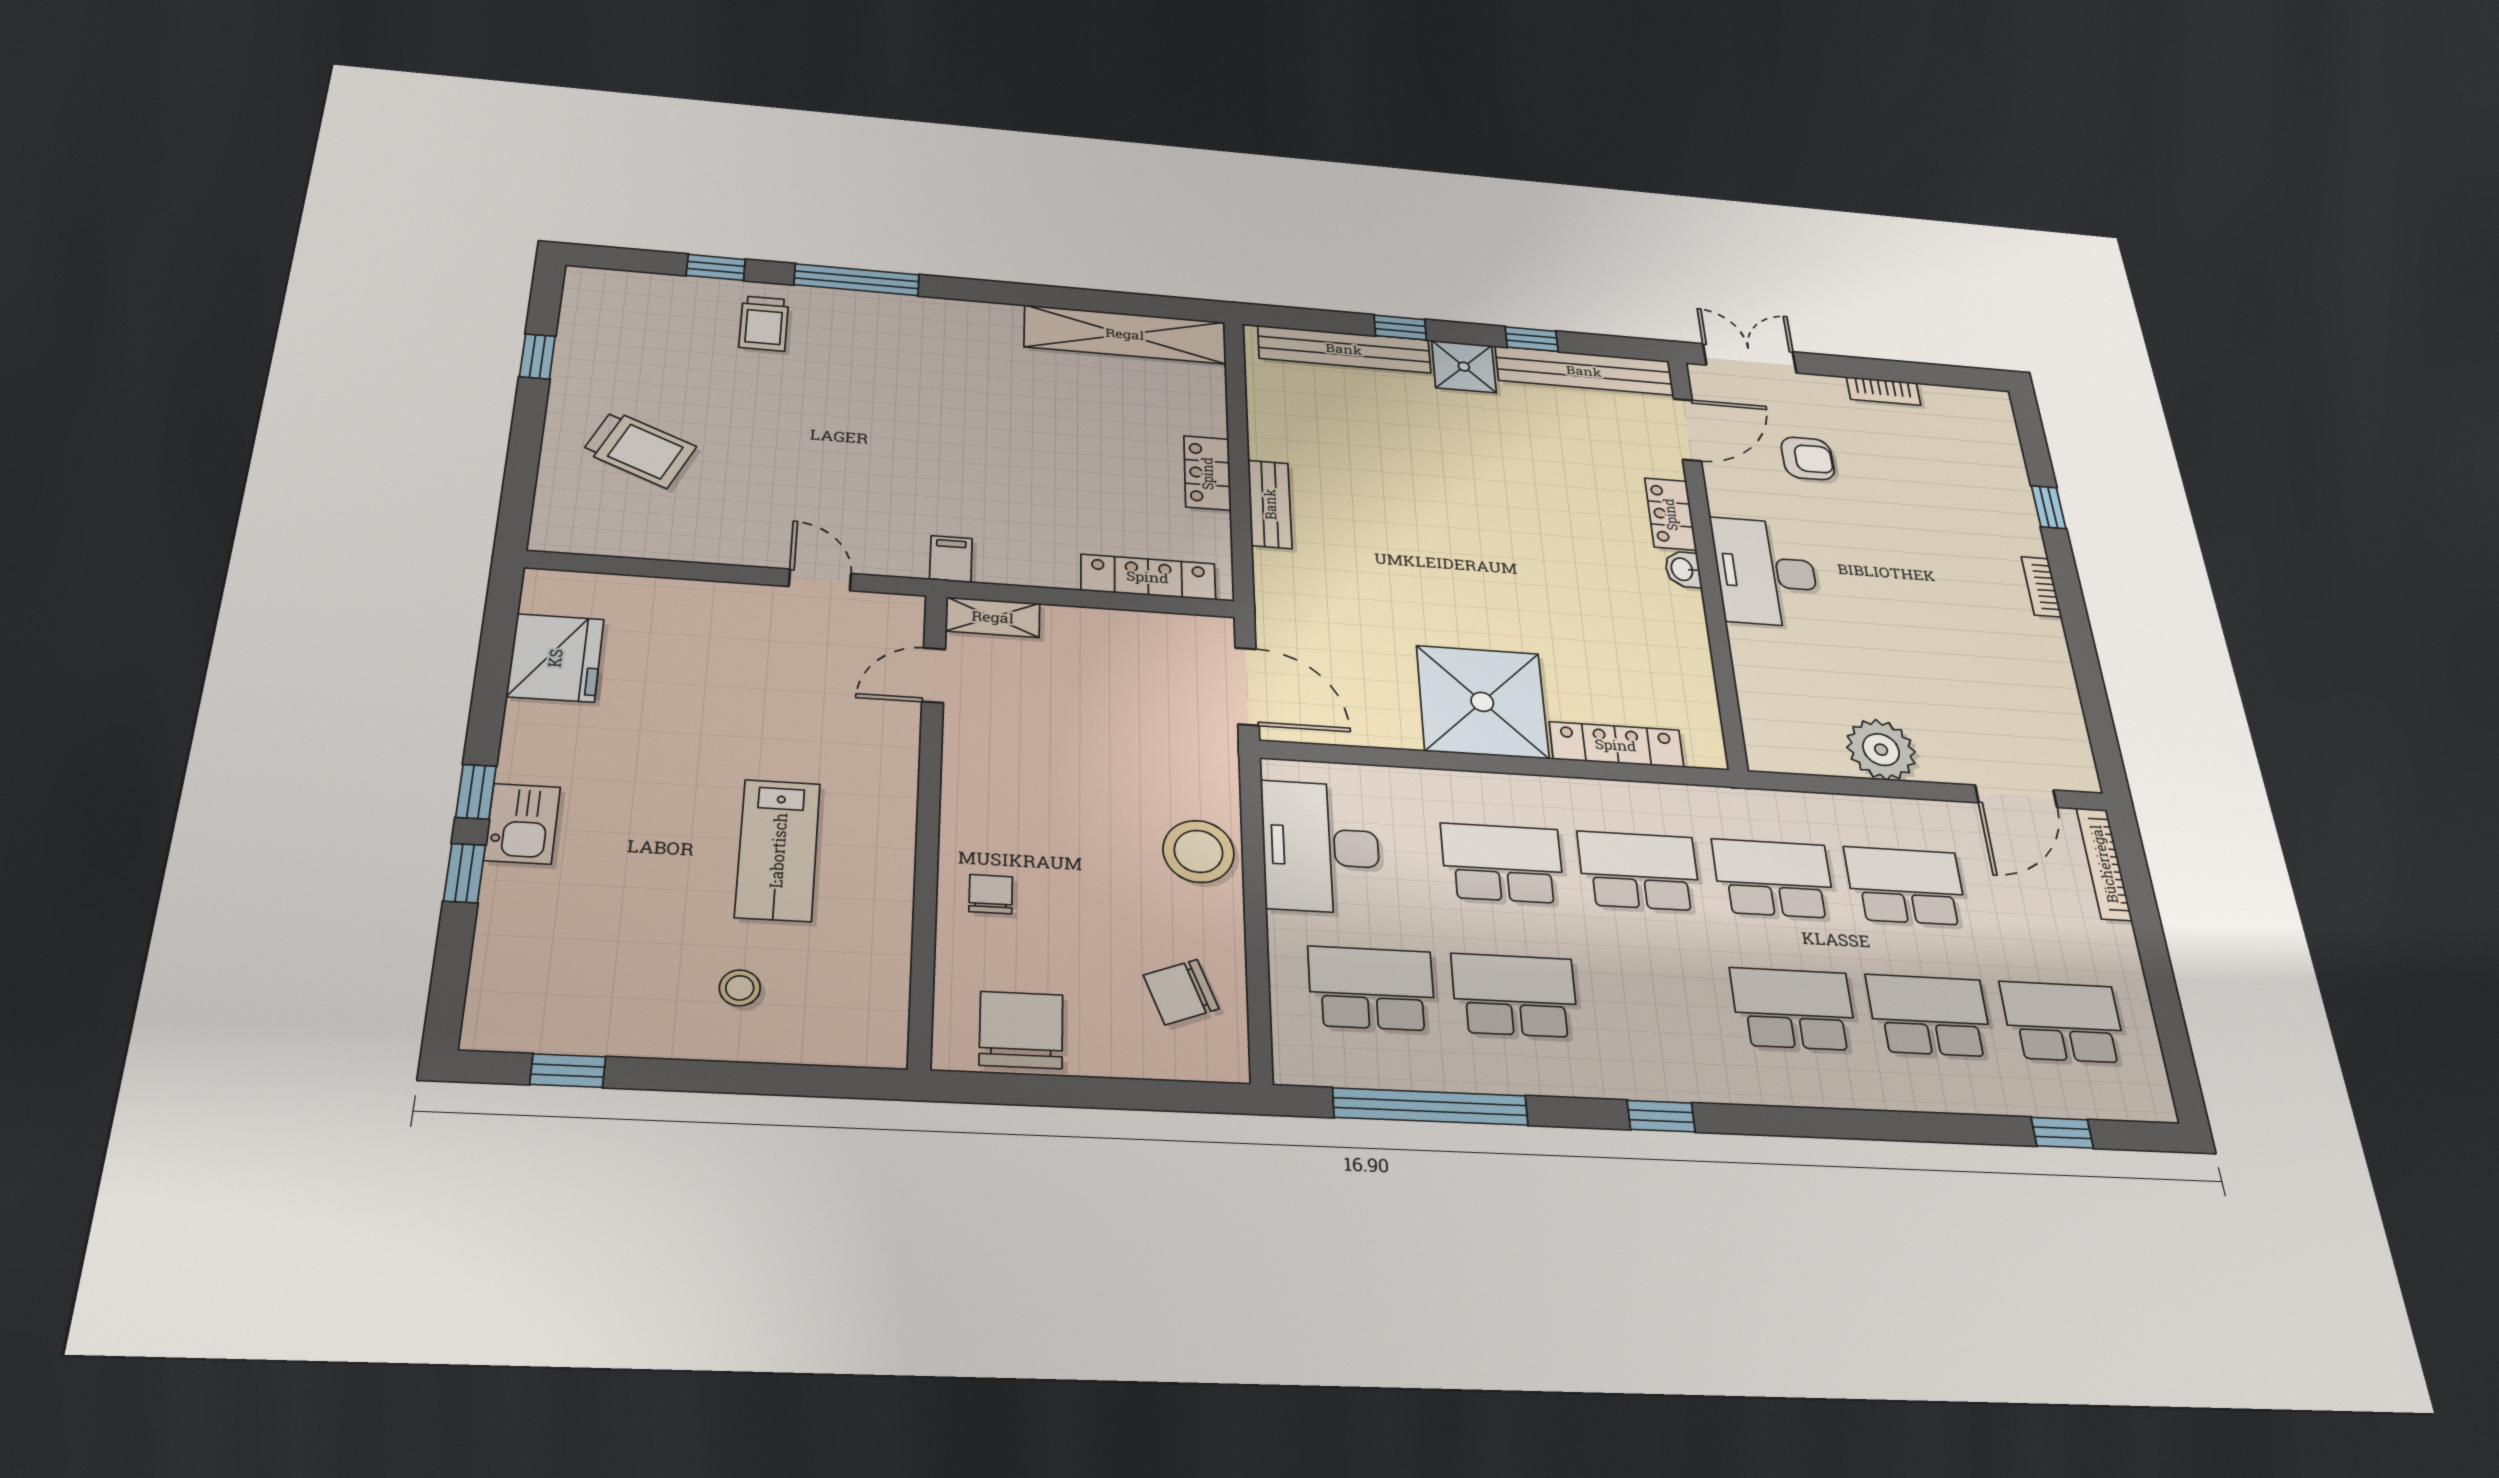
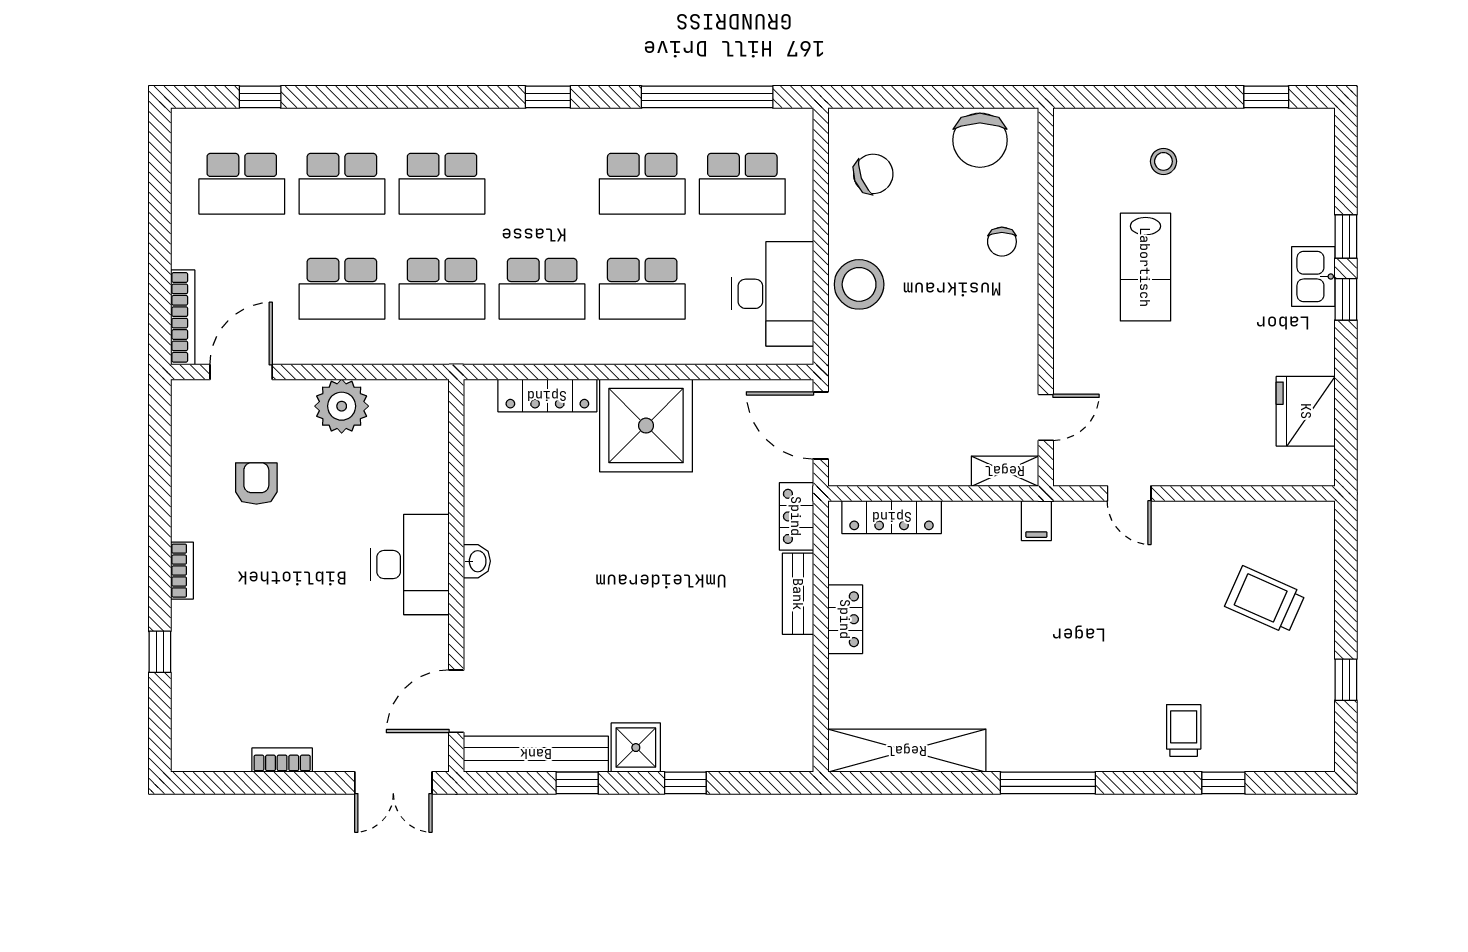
window: (857, 280) -> (1048, 783), moved
bench: (1344, 349) -> (732, 755), removed
armchair: (1808, 458) -> (256, 483), moved, turned 90
locker: (1670, 514) -> (796, 516), moved, turned 180
lab bench: (778, 850) -> (1145, 267), turned 180

